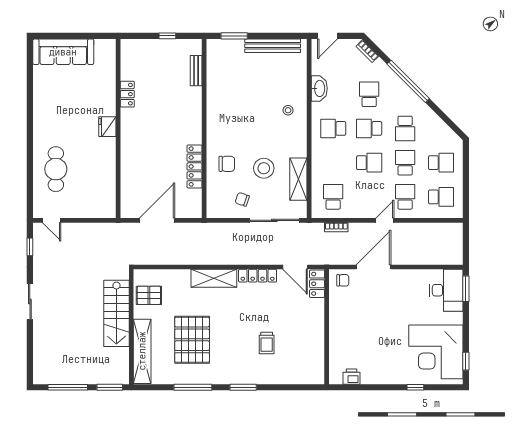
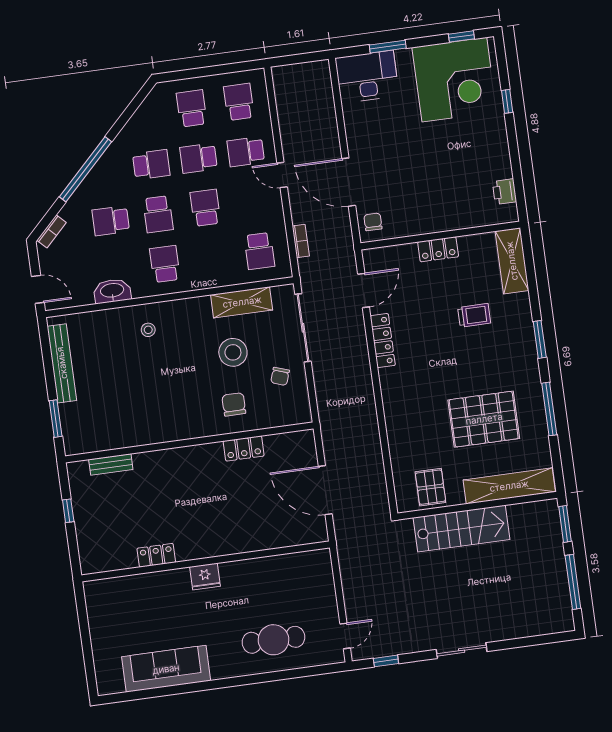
sofa: (63, 52) -> (166, 669), moved, turned -90
school desk: (333, 128) -> (165, 264), turned 180
locker: (195, 166) -> (244, 448), width x0.66
school desk: (333, 197) -> (259, 251), turned -90
shelving: (214, 278) -> (512, 261), moved
locker: (317, 284) -> (438, 249), moved
window: (466, 289) -> (388, 47), moved

